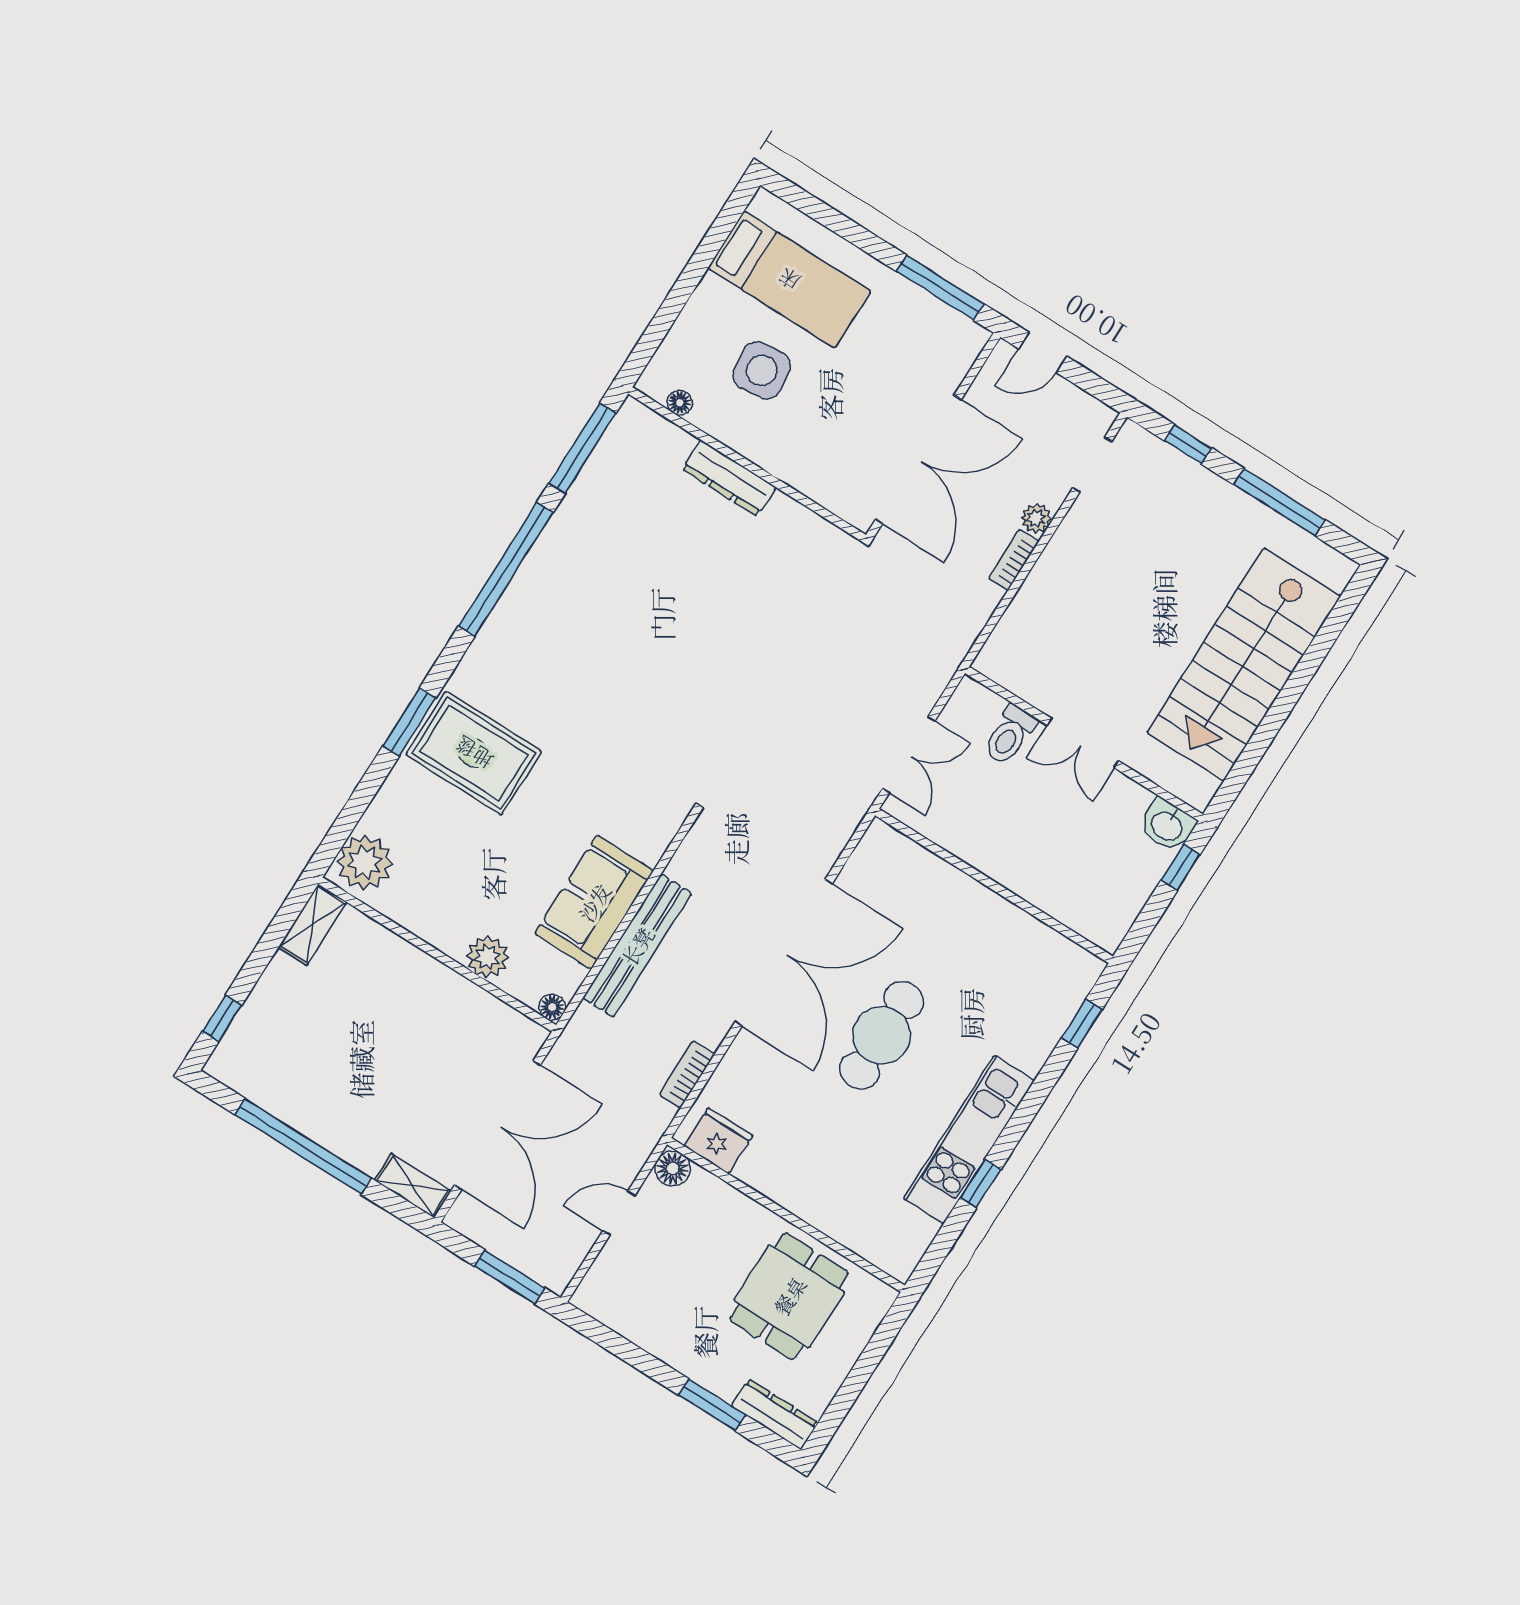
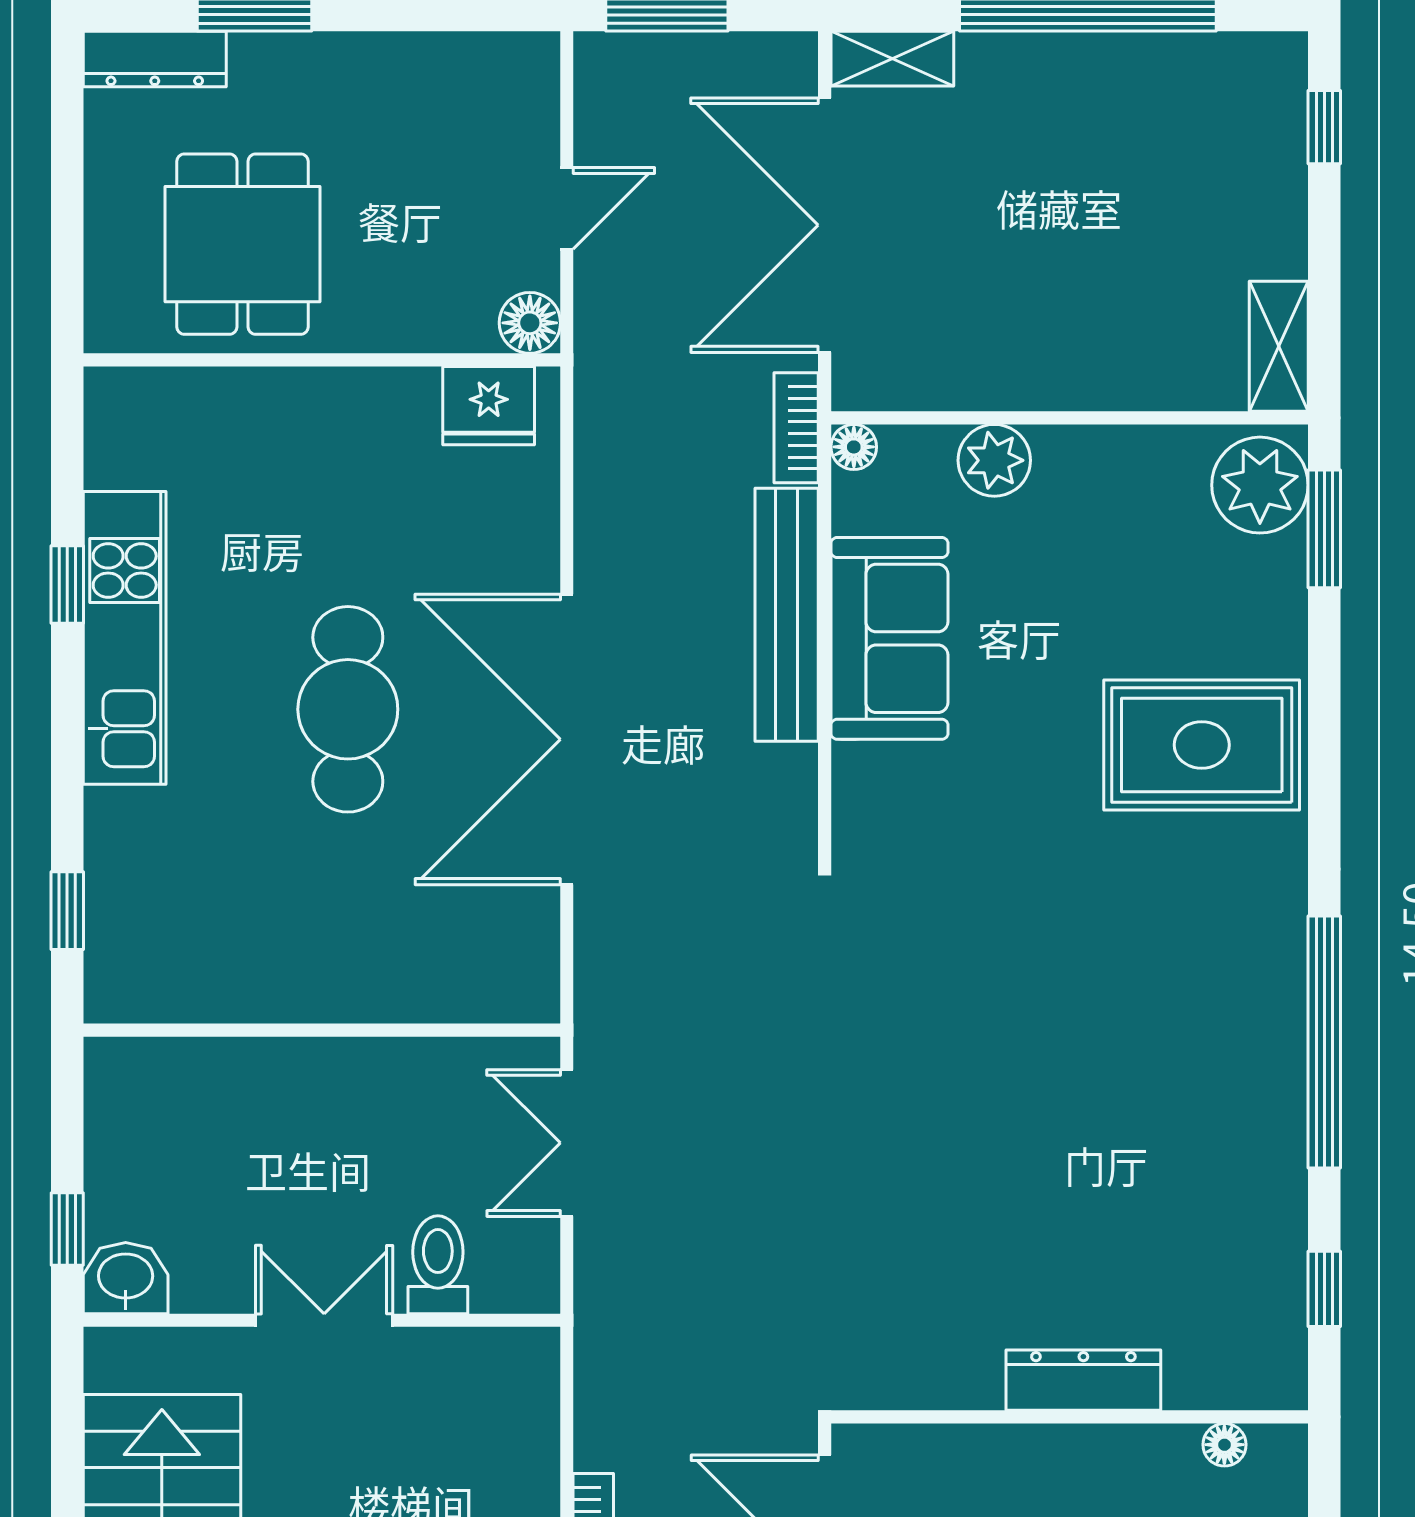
window: (582, 448) -> (1324, 1289), width x0.46
window: (409, 722) -> (1324, 529), moved
bookcase: (687, 1074) -> (796, 428), moved, turned 180

